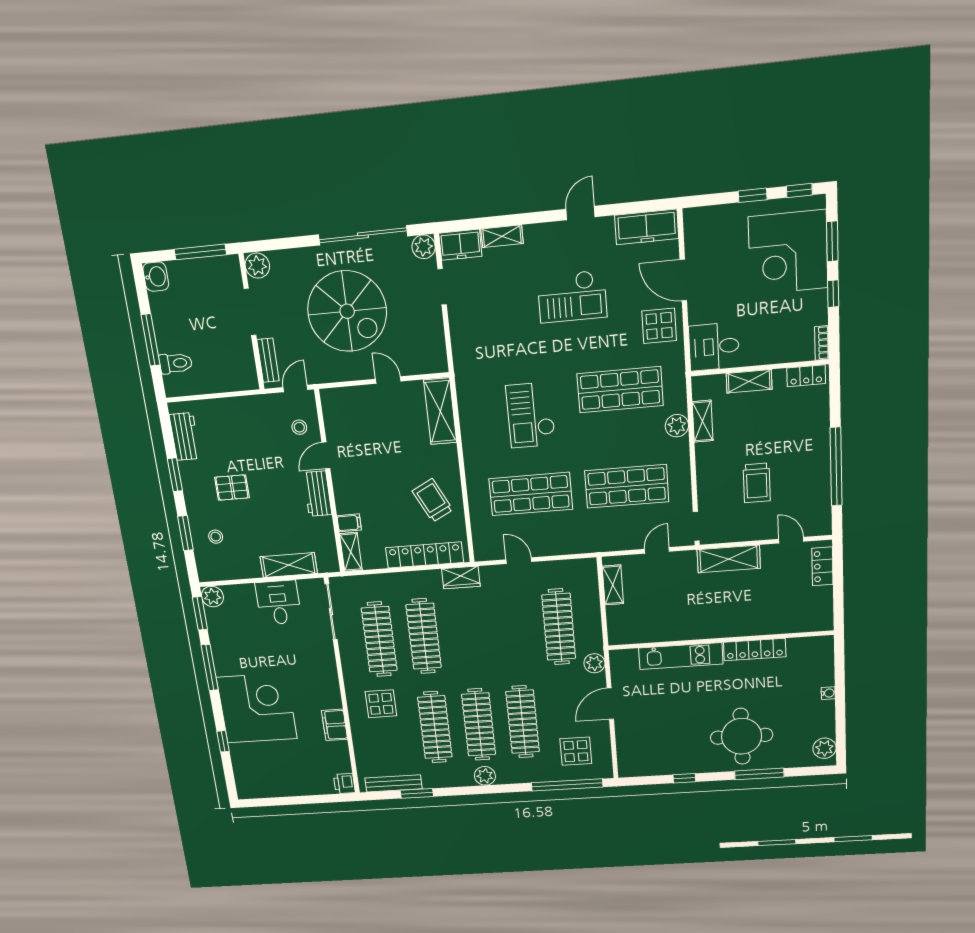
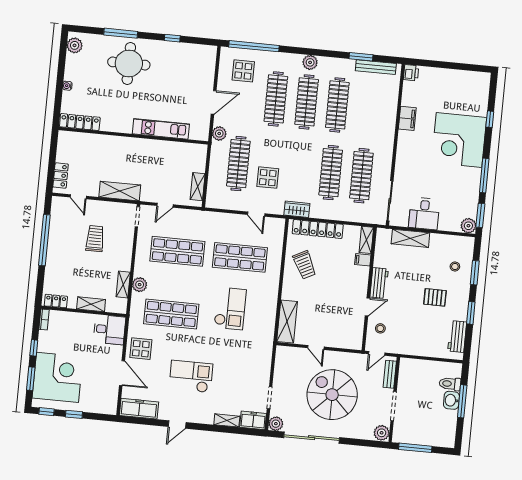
washbasin: (156, 277) -> (451, 400), moved
locker: (755, 650) -> (80, 122), moved
display table: (381, 704) -> (268, 178), moved

